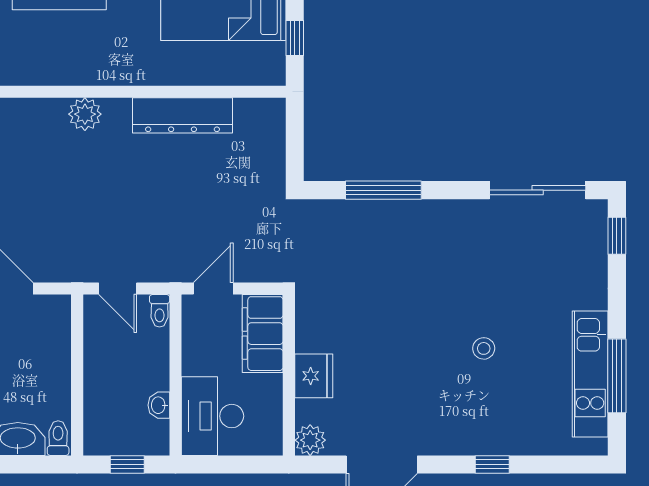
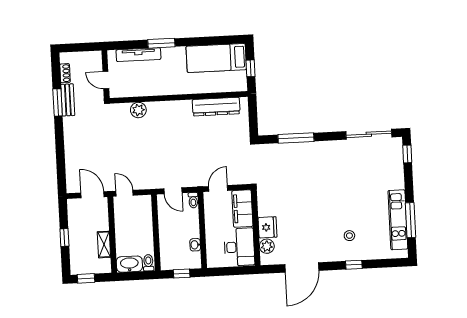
plant: (85, 114) -> (138, 110), moved
dresser: (183, 115) -> (216, 107), moved
stool: (484, 348) -> (349, 236), moved
desk: (212, 416) -> (239, 247), moved, turned 180
plant: (310, 440) -> (267, 246), moved

